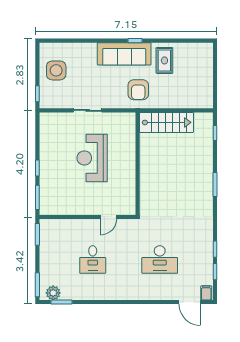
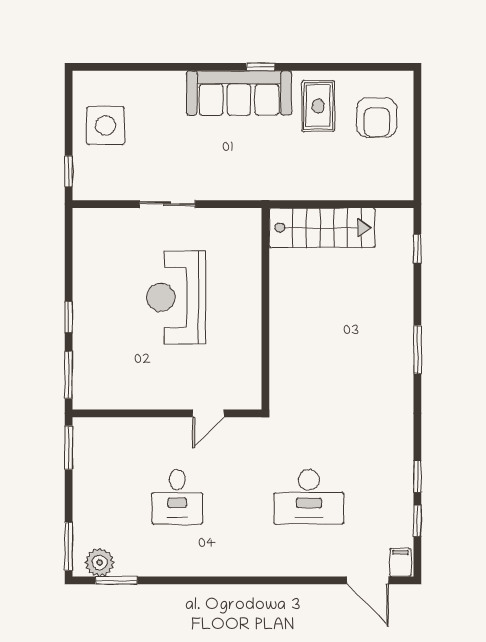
armchair: (138, 90) -> (377, 117), moved

